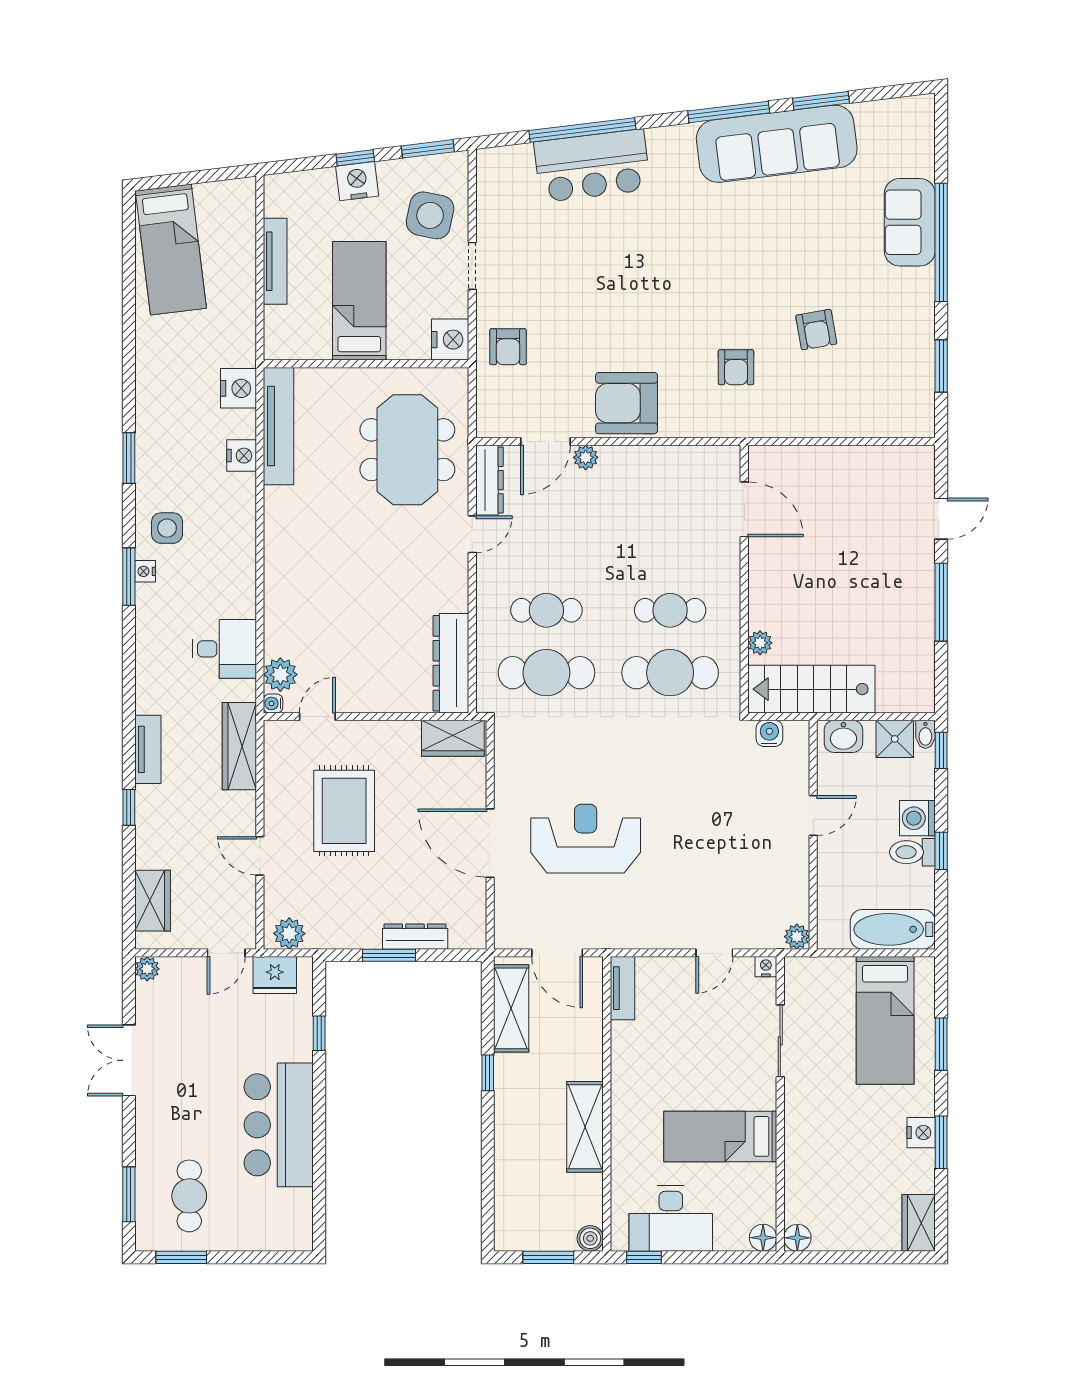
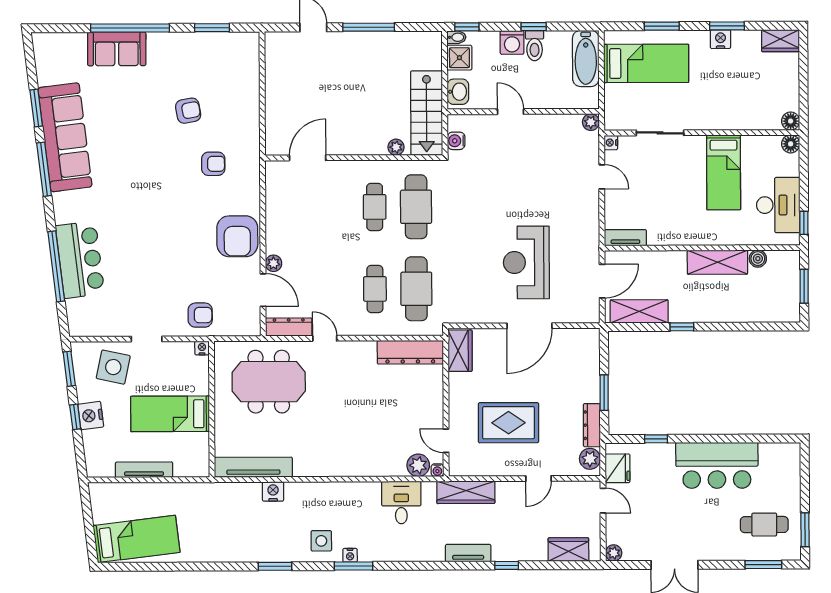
nightstand: (450, 340) -> (202, 348), width x0.53, depth x0.56
nightstand: (238, 388) -> (228, 494), removed
dresser: (415, 937) -> (592, 425), moved
boiler: (590, 1238) -> (758, 259), moved

